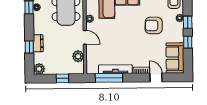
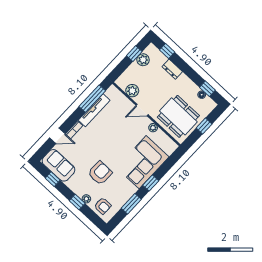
window: (188, 42) -> (53, 179), moved
window: (29, 47) -> (167, 51), moved
plant: (39, 69) -> (143, 60), moved
window: (62, 78) -> (134, 54), moved

